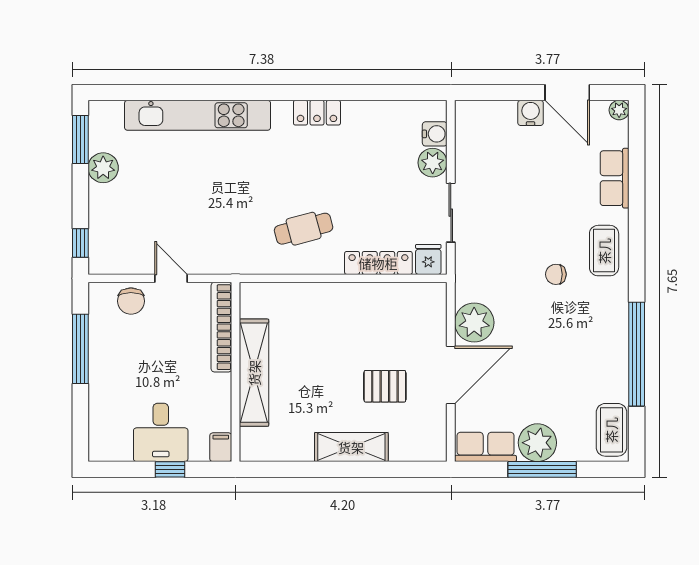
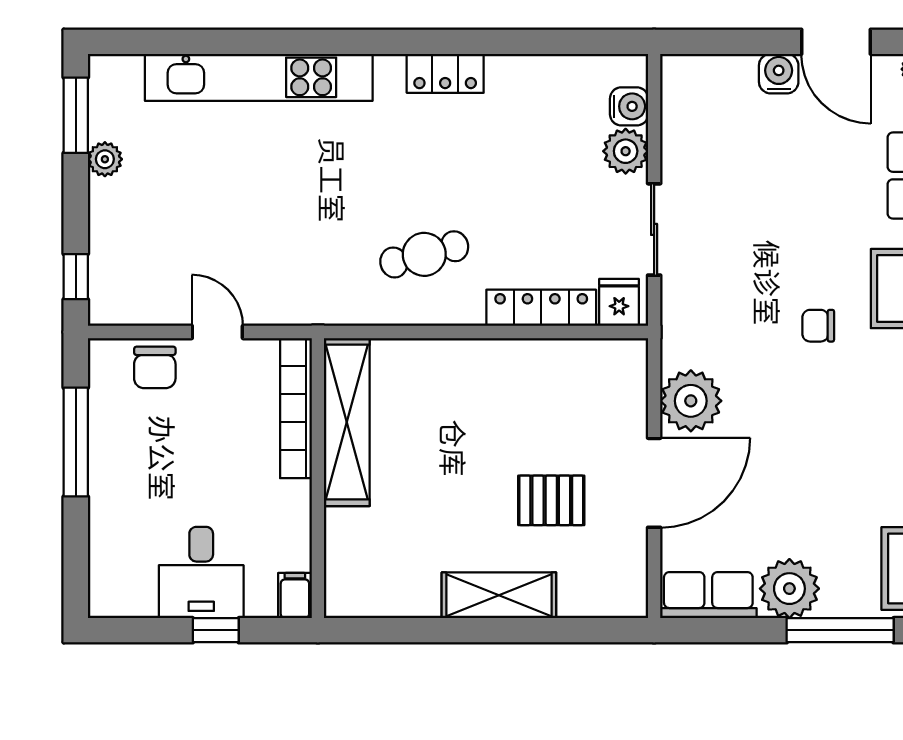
plant: (103, 168) -> (105, 159), width x0.73, depth x0.73
shelving: (254, 373) -> (347, 422), moved
window: (542, 469) -> (840, 630), moved

